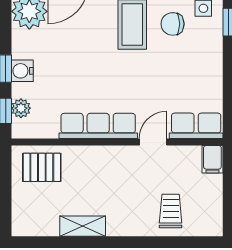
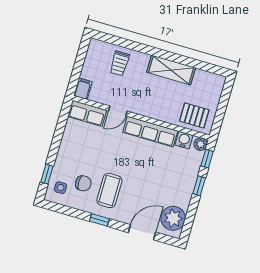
water cooler: (22, 71) -> (184, 140), moved, turned -90
plant: (21, 108) -> (201, 144), moved
shelving: (83, 226) -> (171, 70), width x1.50, depth x1.33

